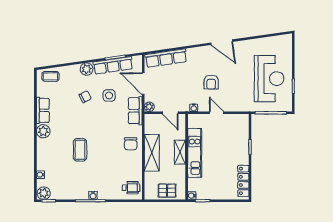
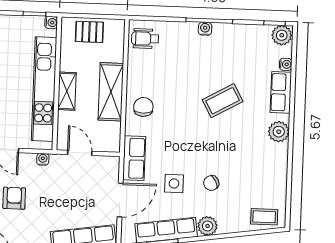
door: (143, 84) -> (120, 200), hinge flipped
plant: (149, 107) -> (112, 164), removed
row of seats: (43, 110) -> (281, 92), moved
coffee table: (80, 150) -> (223, 101), turned 61
kitchen unit: (195, 153) -> (44, 89), width x1.36

